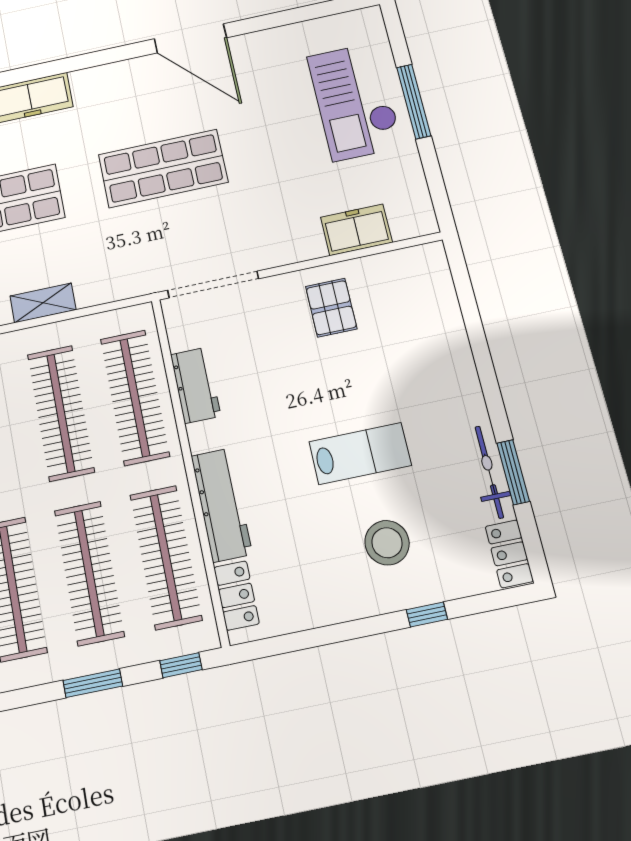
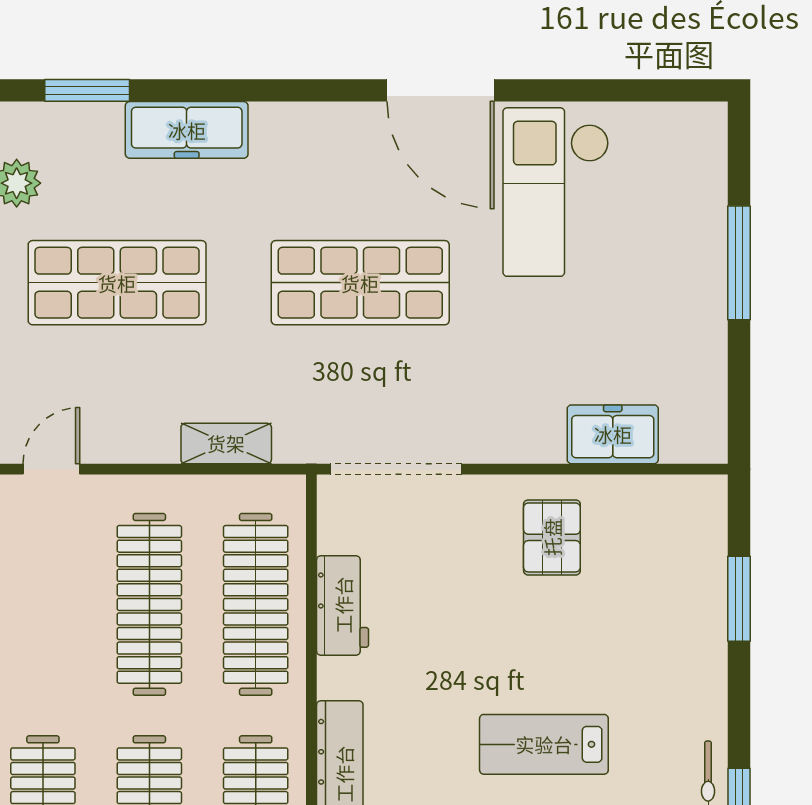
checkout: (355, 101) -> (556, 192), moved
shelving: (43, 303) -> (226, 443), moved
window: (473, 322) -> (739, 599), added
lab bench: (360, 454) -> (544, 744), turned 180

